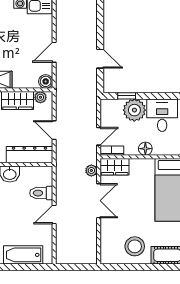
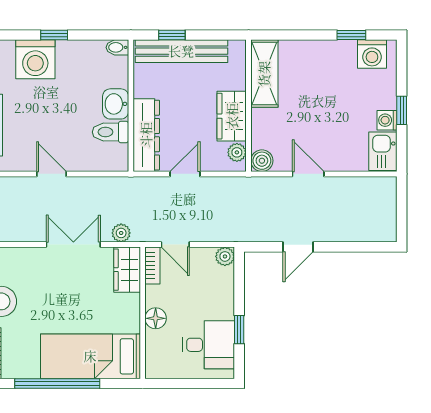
window: (127, 96) -> (239, 330), moved
plant: (134, 110) -> (225, 256), moved, width x0.53, depth x0.53
toilet: (41, 193) -> (110, 132), moved, turned -90
double door: (99, 201) -> (73, 245), swing flipped

